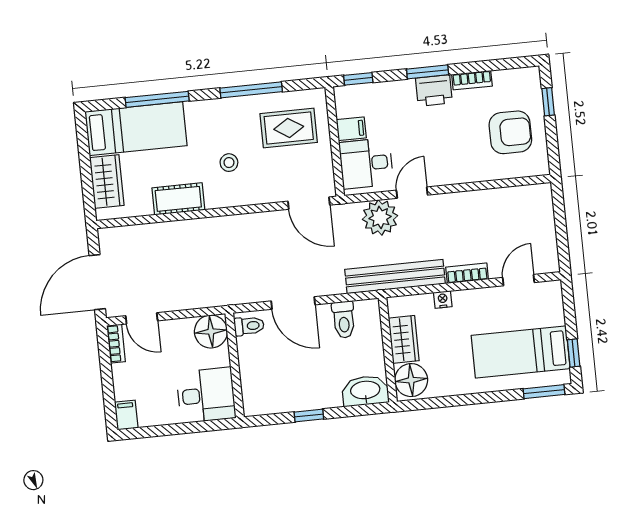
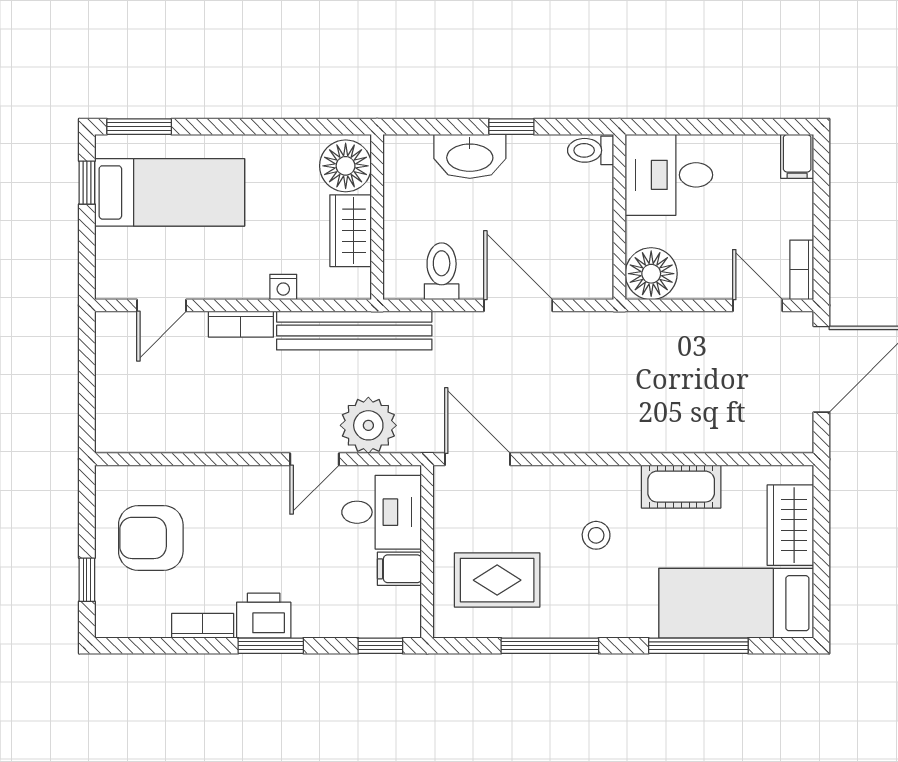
toilet: (249, 326) -> (591, 150), moved
washbasin: (365, 391) -> (470, 156), moved

